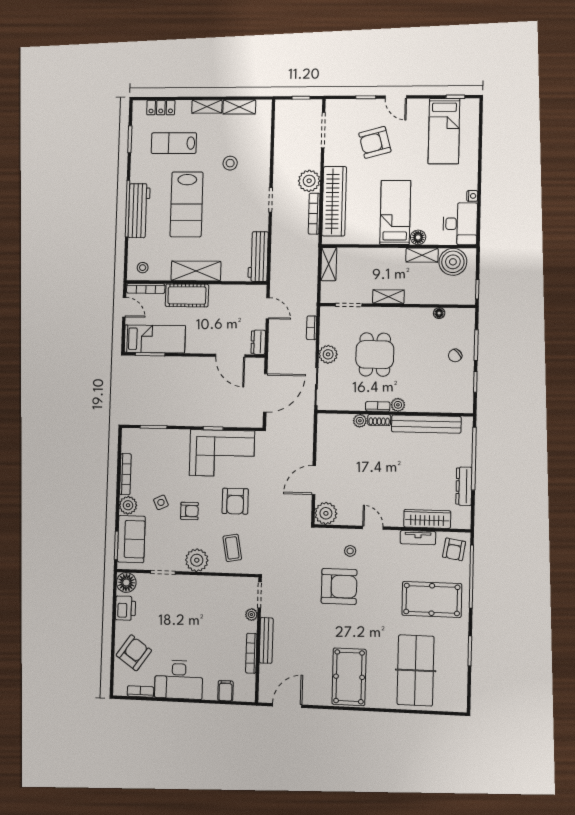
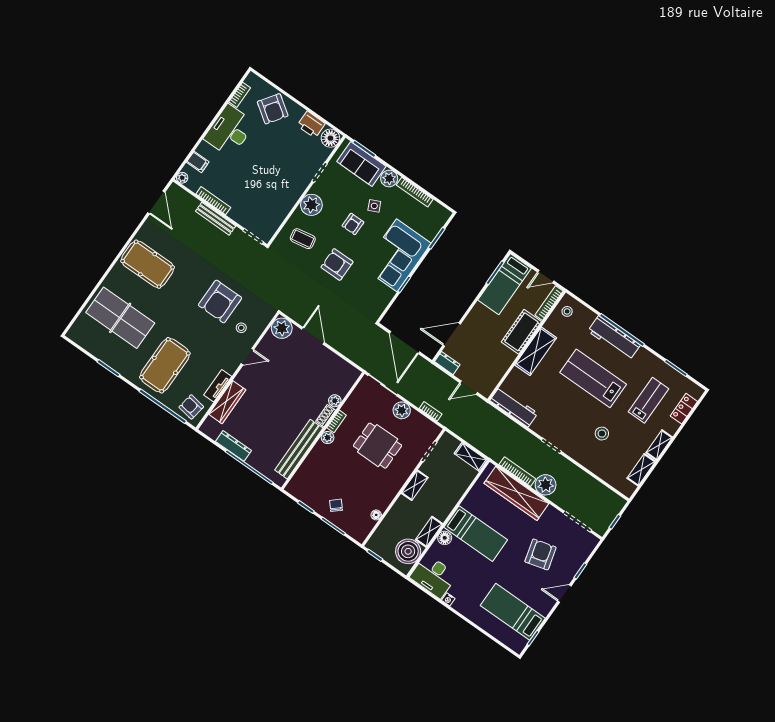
corner sofa: (222, 453) -> (397, 255), moved
plant: (251, 615) -> (182, 178), moved

